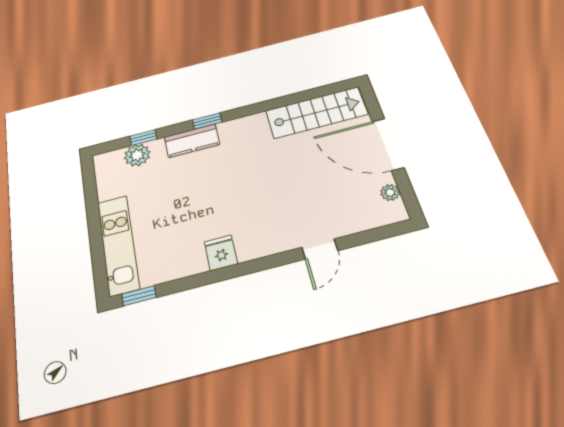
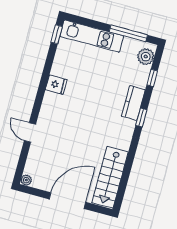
plant: (137, 155) -> (146, 57), moved
plant: (390, 192) -> (26, 180), moved
window: (91, 199) -> (128, 33), added

